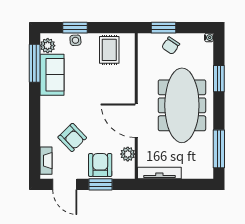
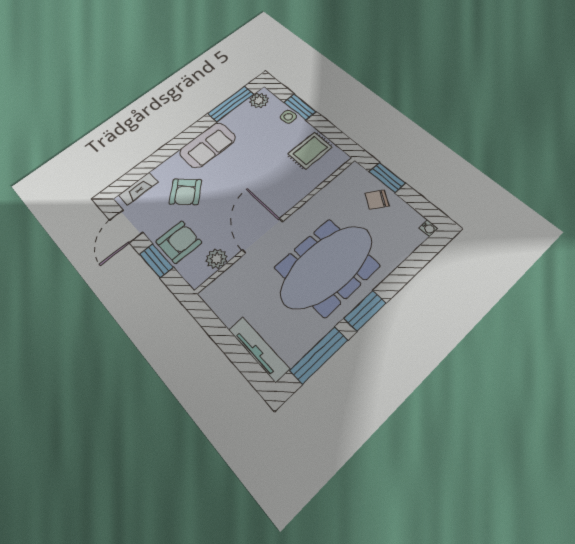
sofa: (52, 75) -> (208, 145), moved
window: (219, 79) -> (365, 311), moved
tv unit: (159, 173) -> (259, 349), moved

